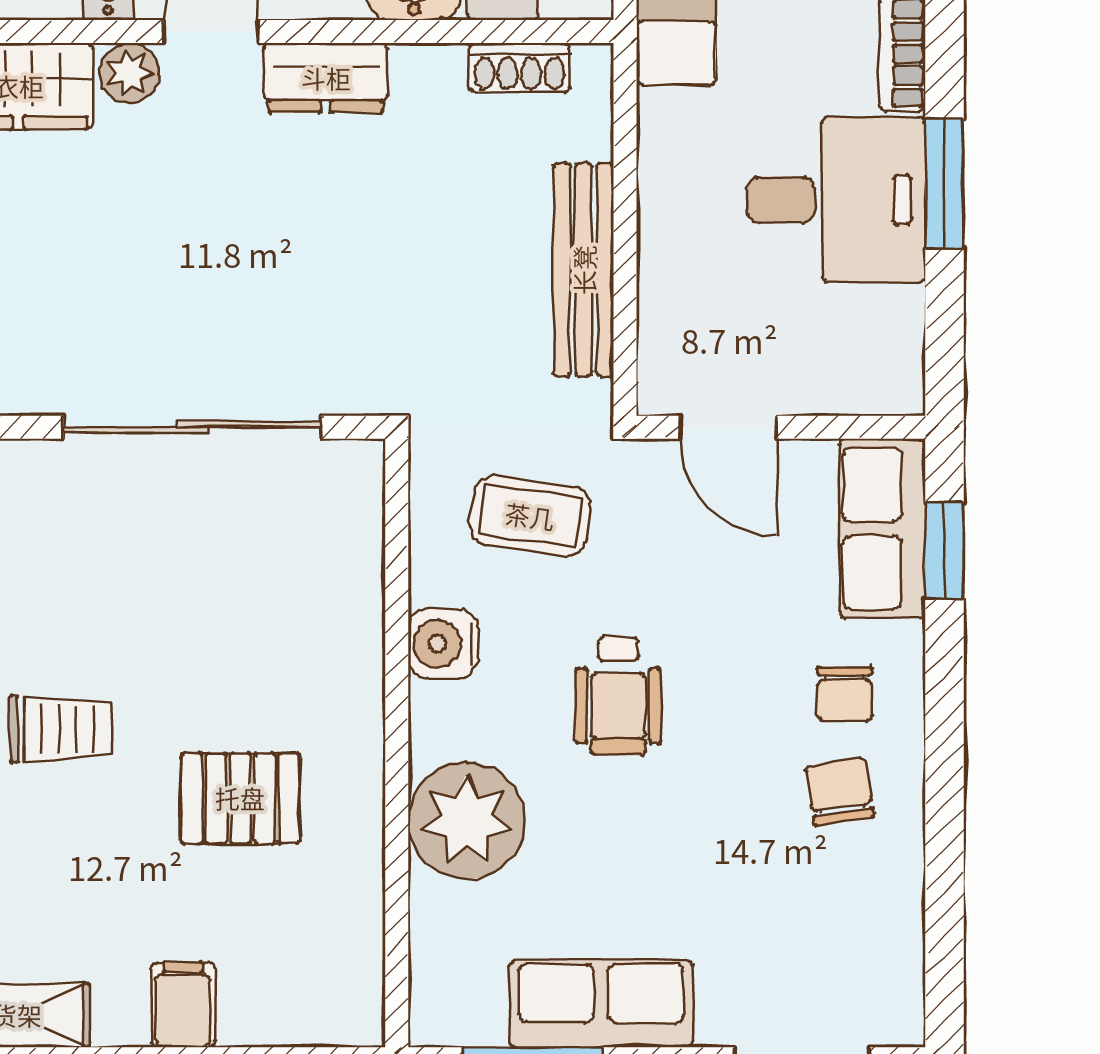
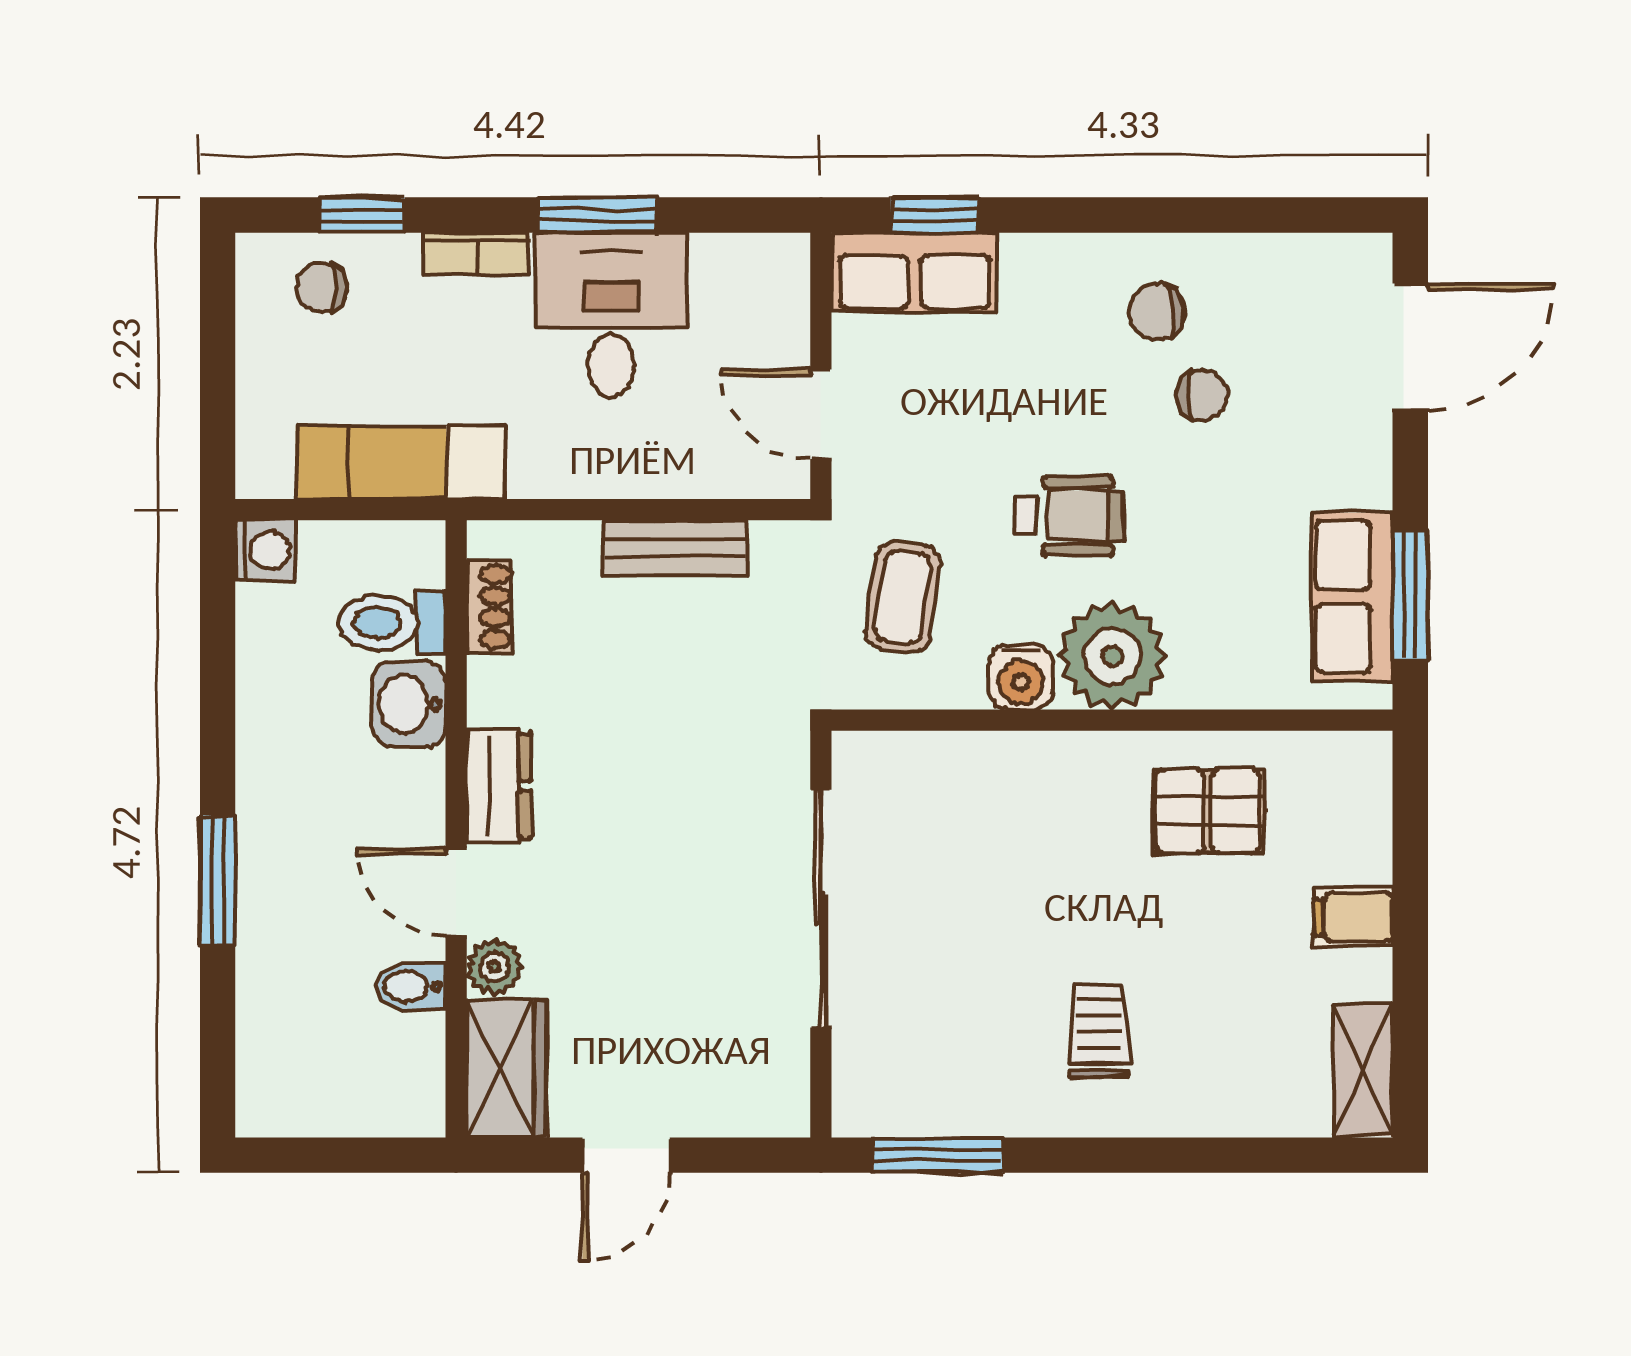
bench: (584, 270) -> (676, 548), width x0.73
door: (729, 427) -> (821, 414), swing flipped
chair: (845, 694) -> (1202, 395), moved
pallet: (240, 798) -> (1208, 811), moved, turned 90
plant: (466, 821) -> (1112, 656), moved
row of seats: (601, 1004) -> (1352, 597), moved

